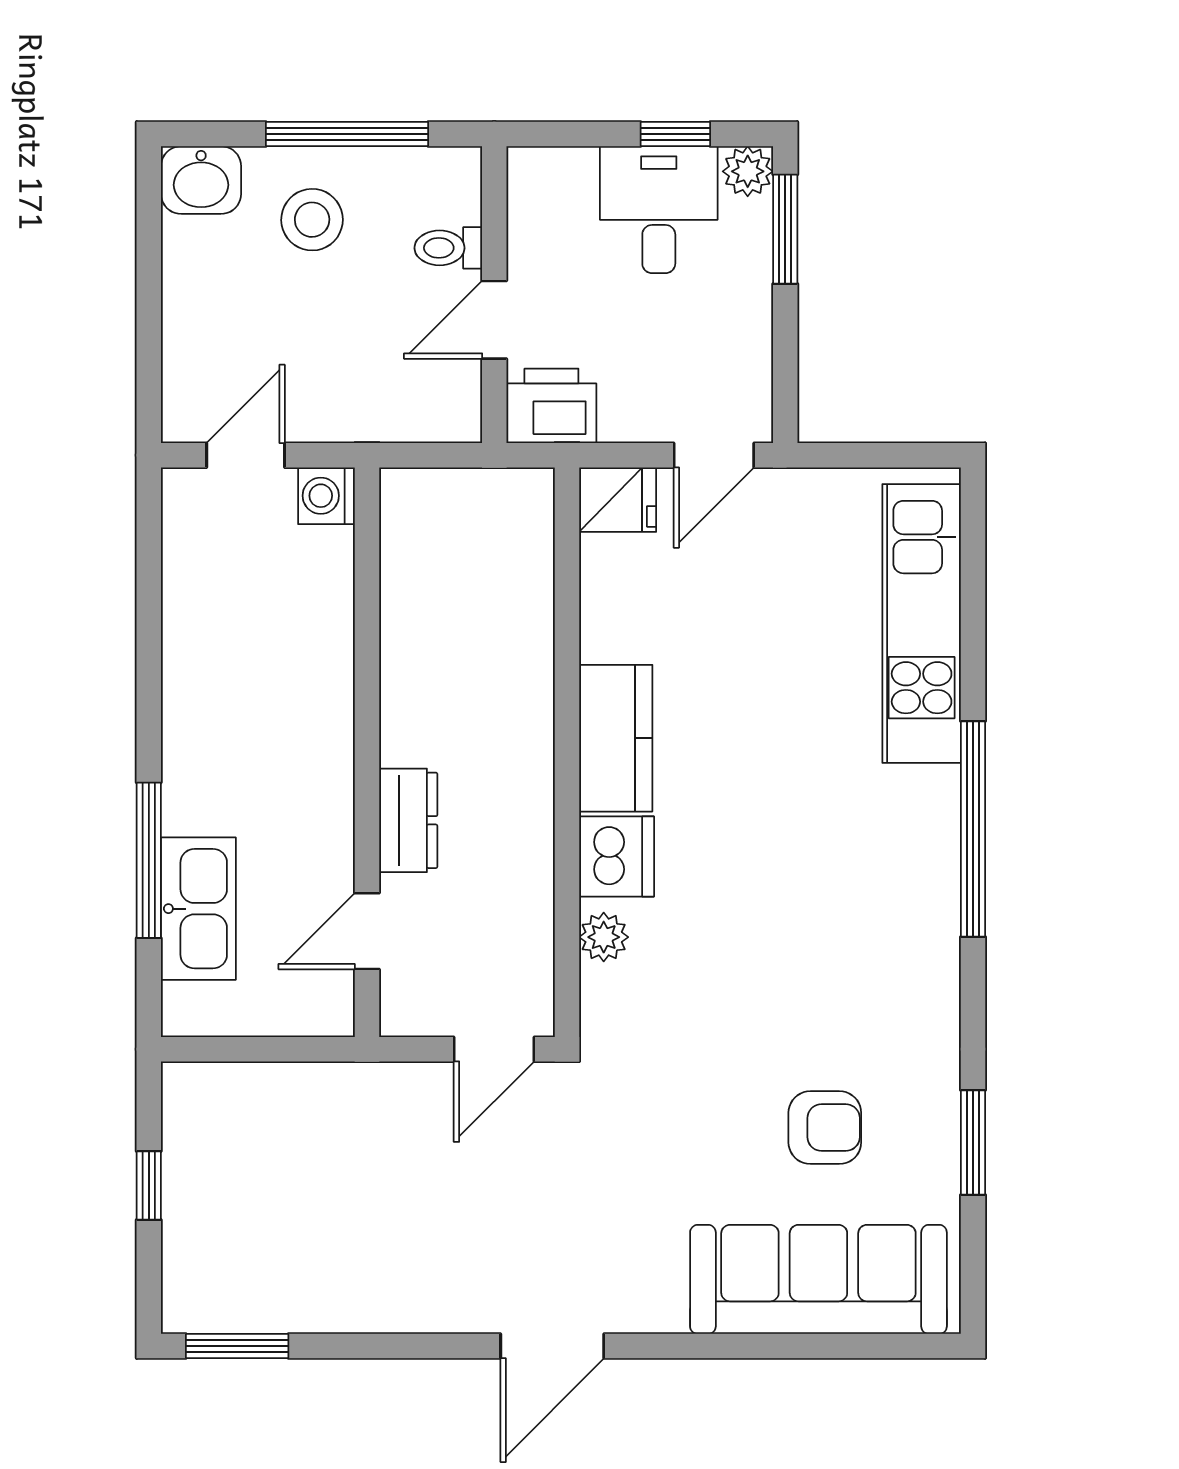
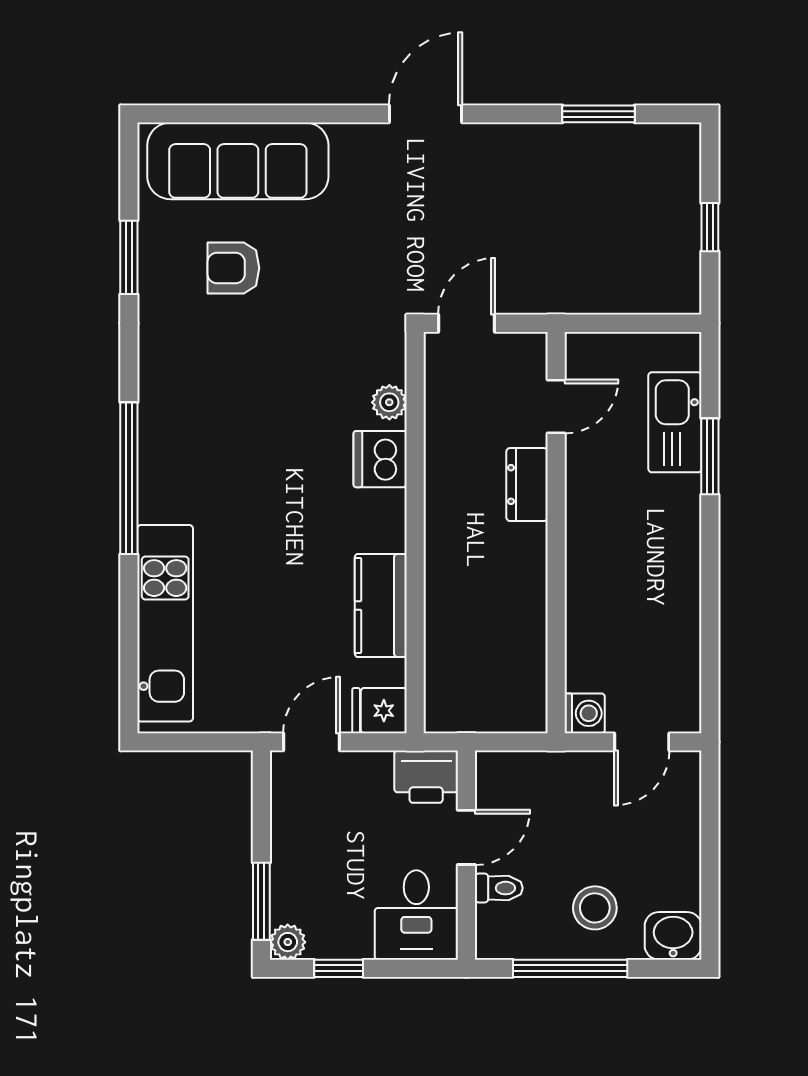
desk: (659, 210) -> (416, 915), moved
kitchen counter: (616, 738) -> (381, 605), moved
window: (149, 860) -> (710, 456), width x0.69
window: (237, 1346) -> (598, 114), moved

